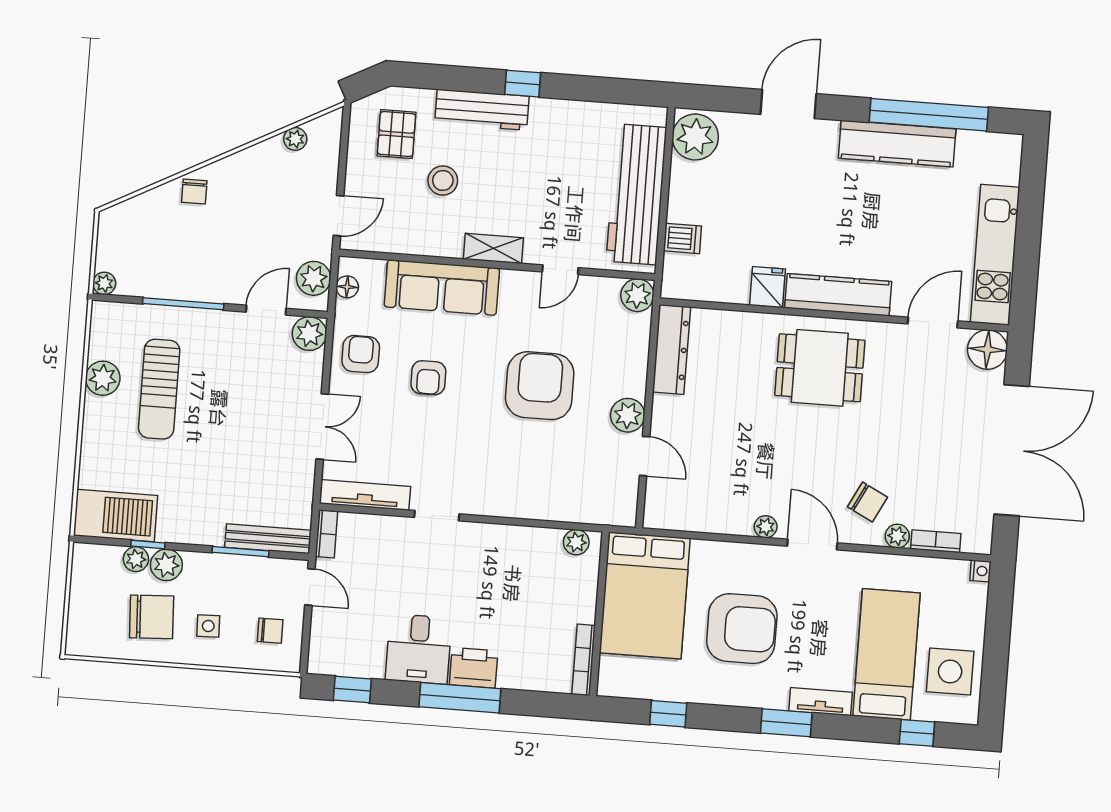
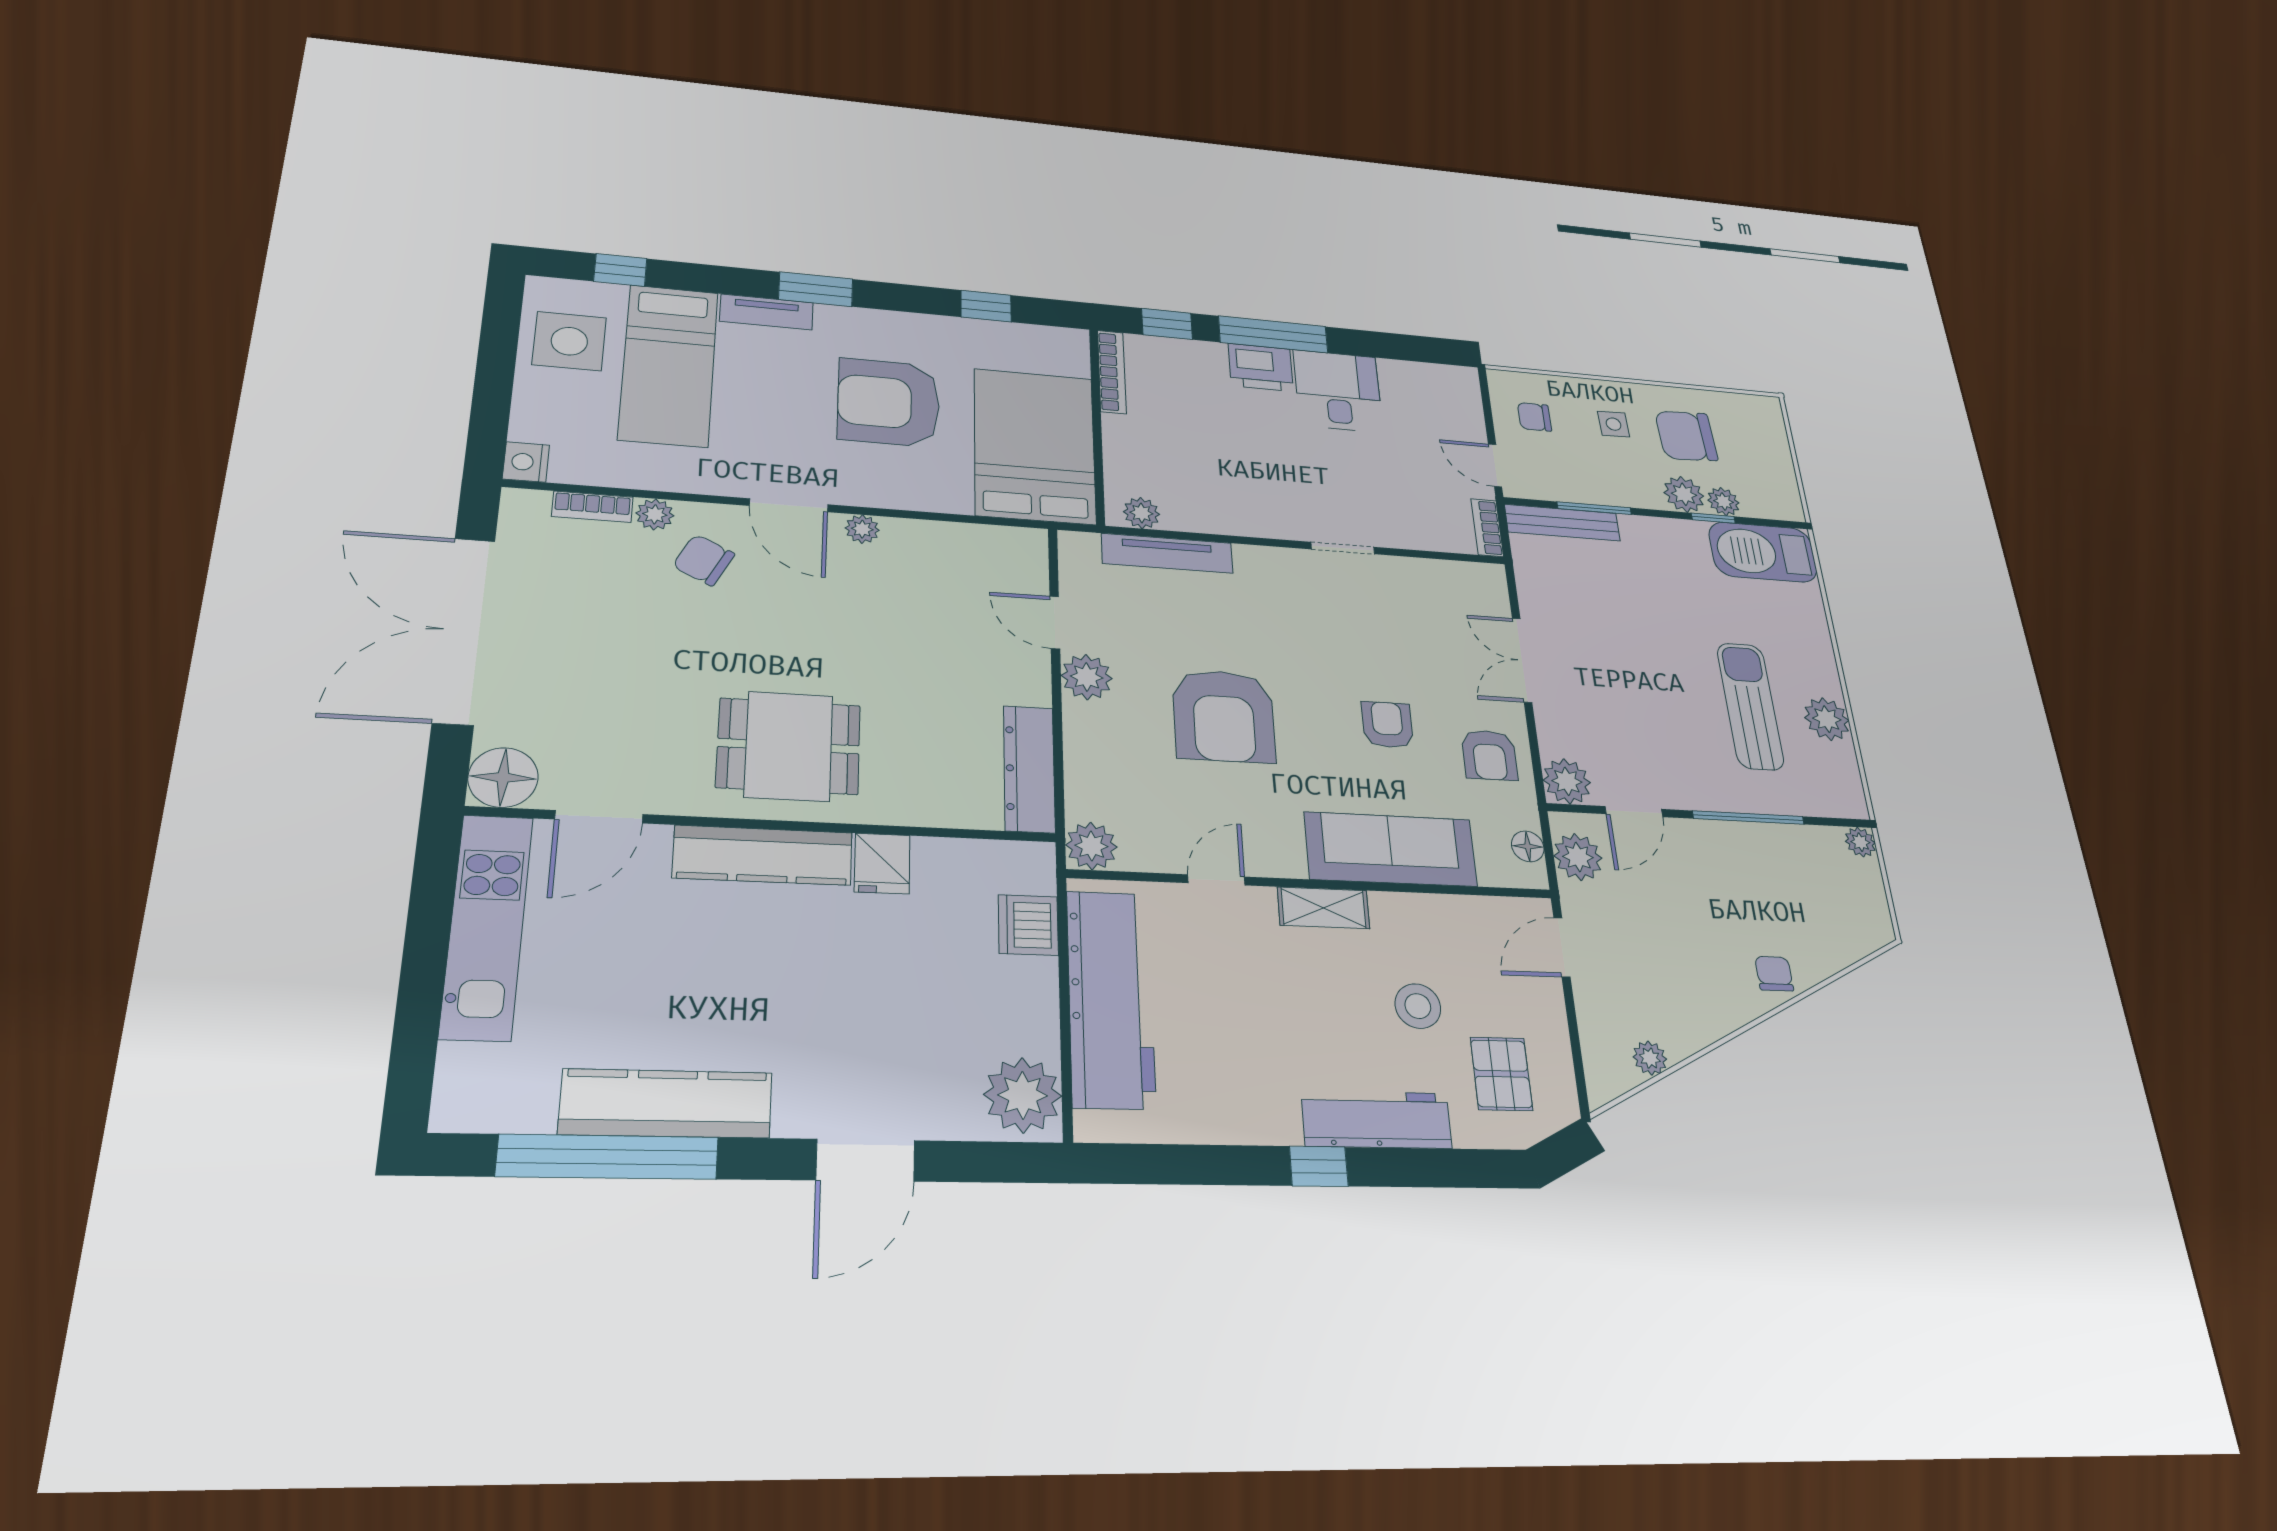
dishwasher: (682, 238) -> (1028, 925), width x1.38
tv unit: (365, 495) -> (1167, 553), moved
nightstand: (980, 571) -> (526, 462), width x1.39, depth x1.35
window: (352, 689) -> (1167, 324), moved

